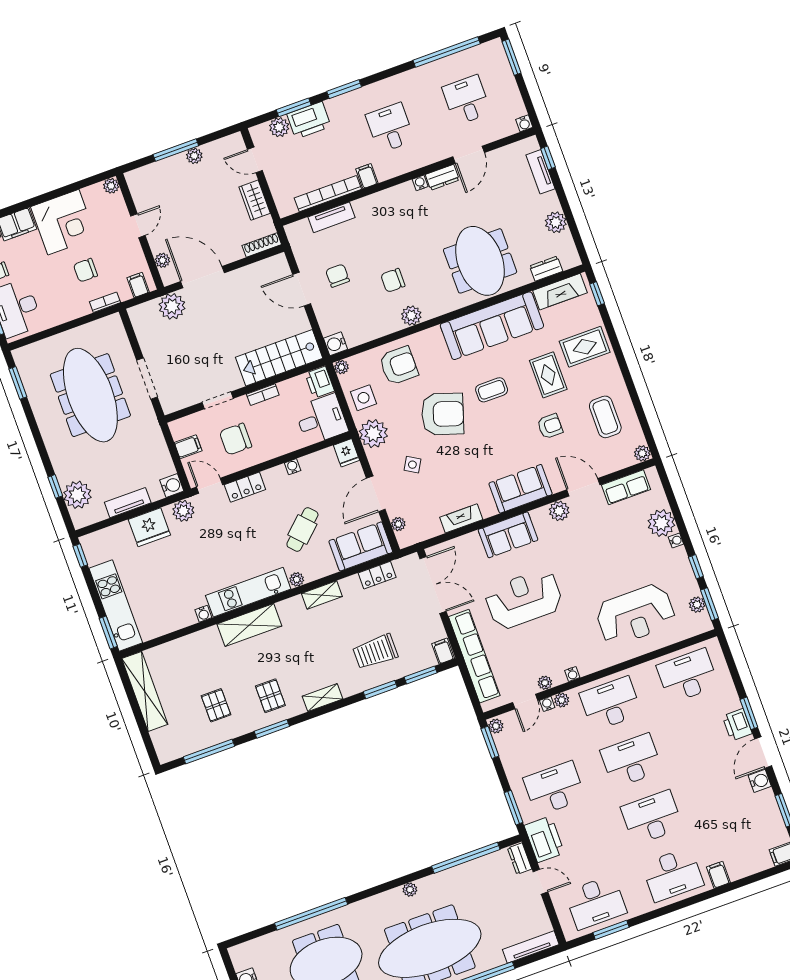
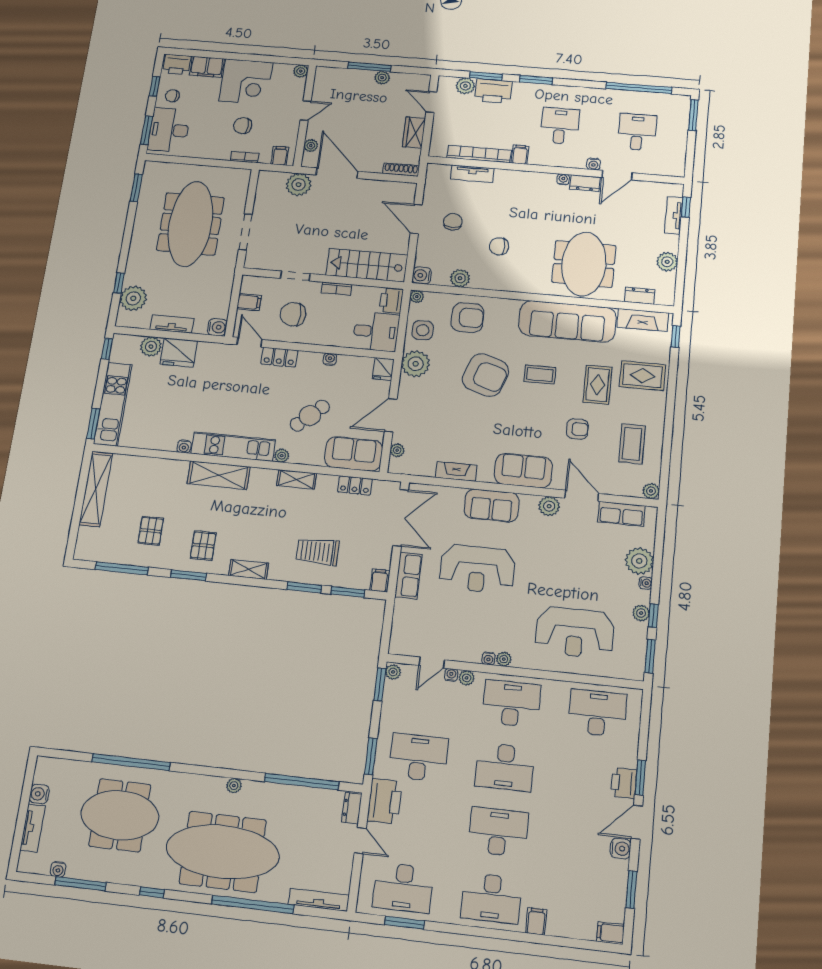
water cooler: (524, 123) -> (593, 164), moved
plant: (411, 316) -> (460, 278), moved
side table: (412, 465) -> (436, 405), removed
plant: (183, 511) -> (151, 346), moved
reception desk: (524, 599) -> (477, 569), turned 180
plant: (697, 605) -> (641, 613), moved
row of seats: (474, 656) -> (409, 576), width x0.50
plant: (545, 683) -> (504, 659), moved
desk: (631, 761) -> (505, 767), turned 180

